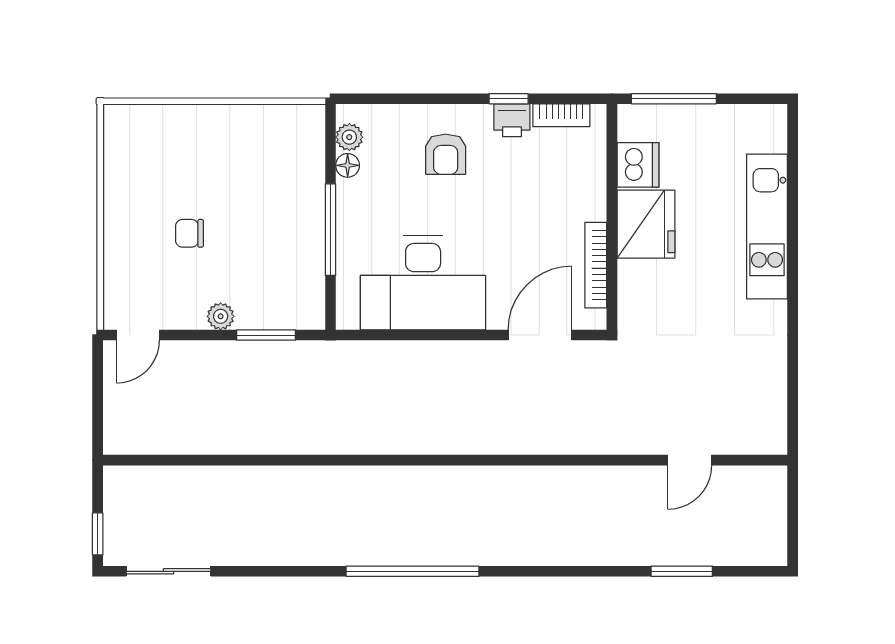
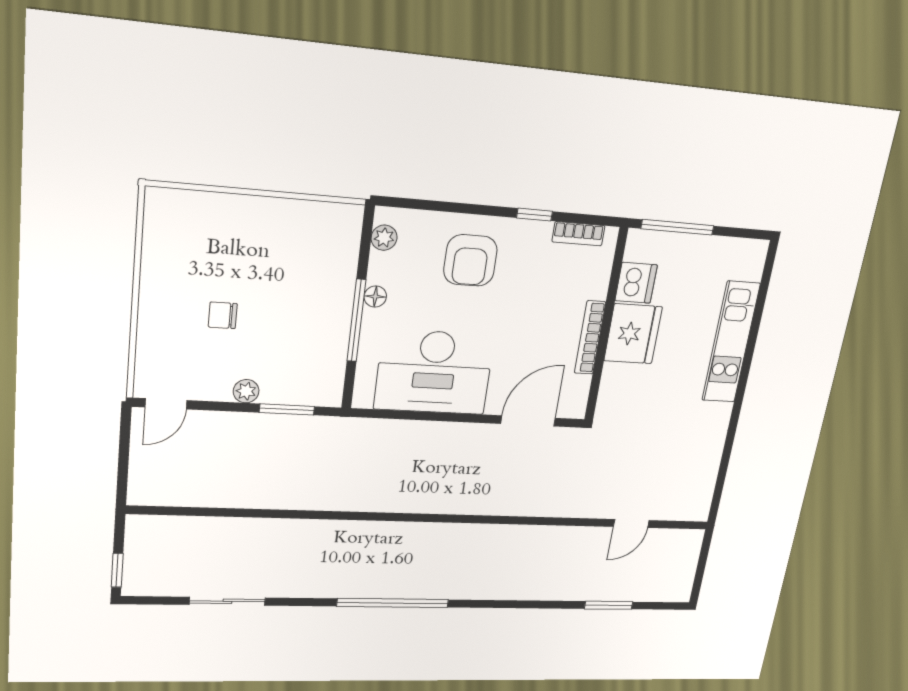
printer: (512, 120) -> (534, 235), removed
armchair: (446, 154) -> (470, 260), width x1.38, depth x1.38
floor lamp: (348, 165) -> (375, 296), moved
bookcase: (596, 265) -> (590, 338), moved
sliding door: (168, 571) -> (227, 601), moved

